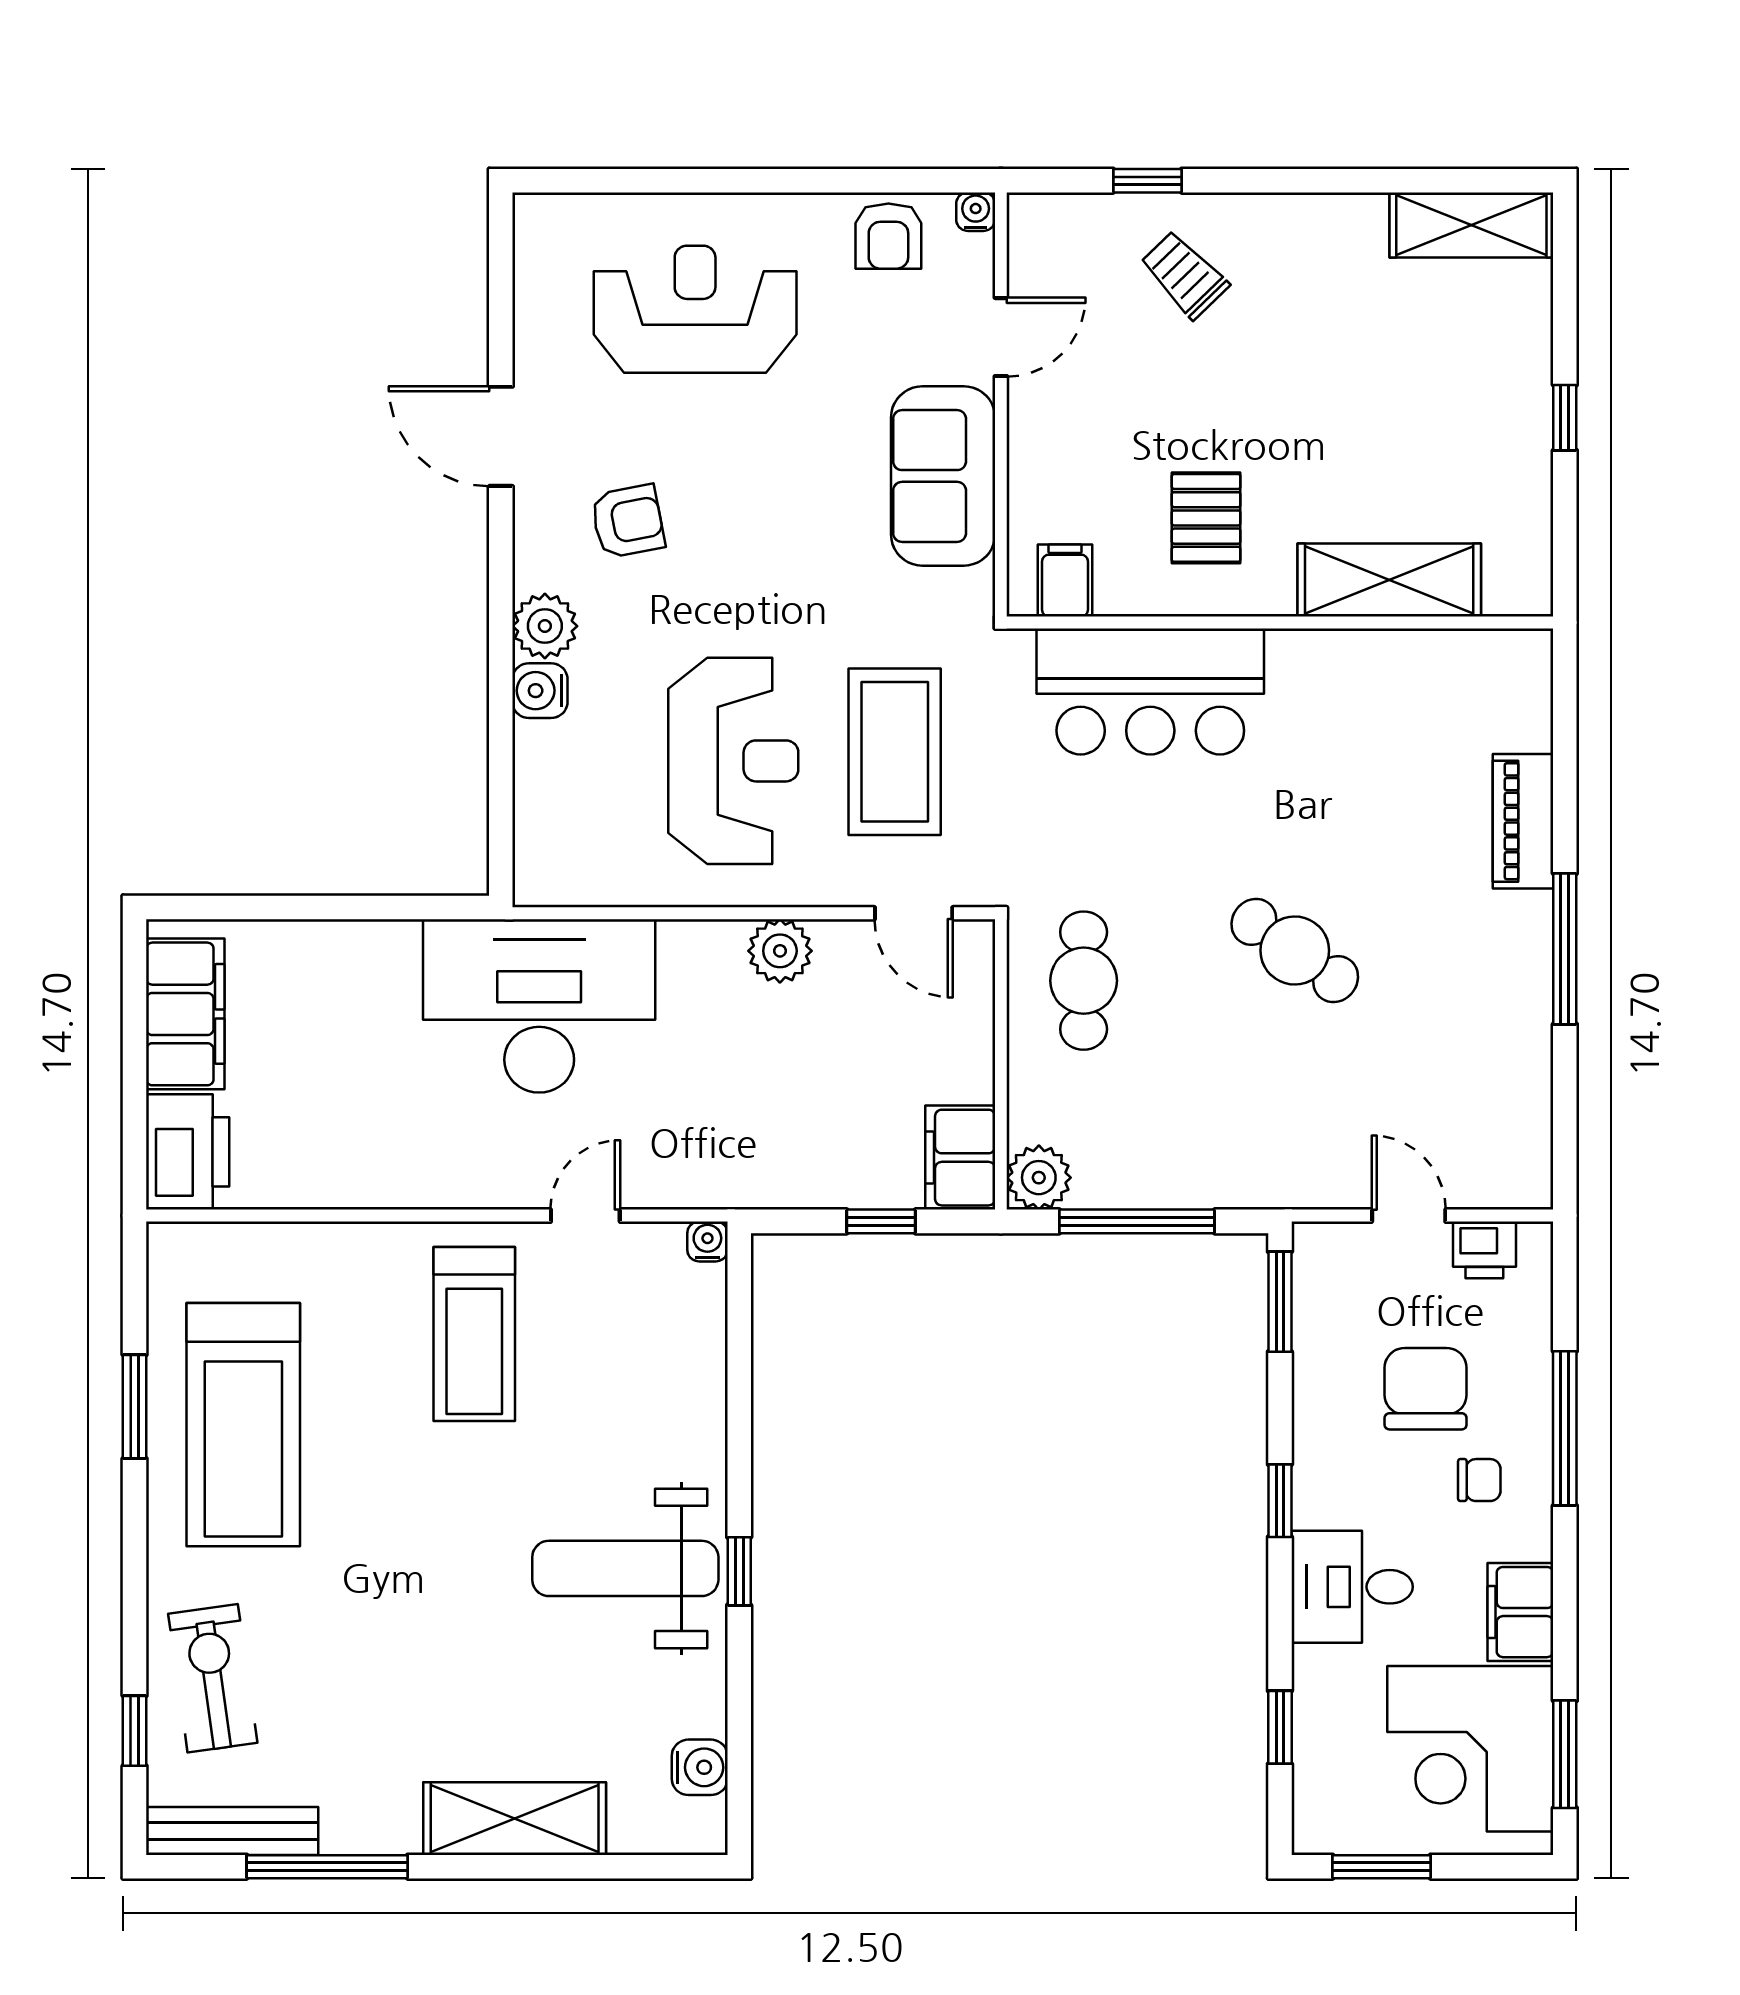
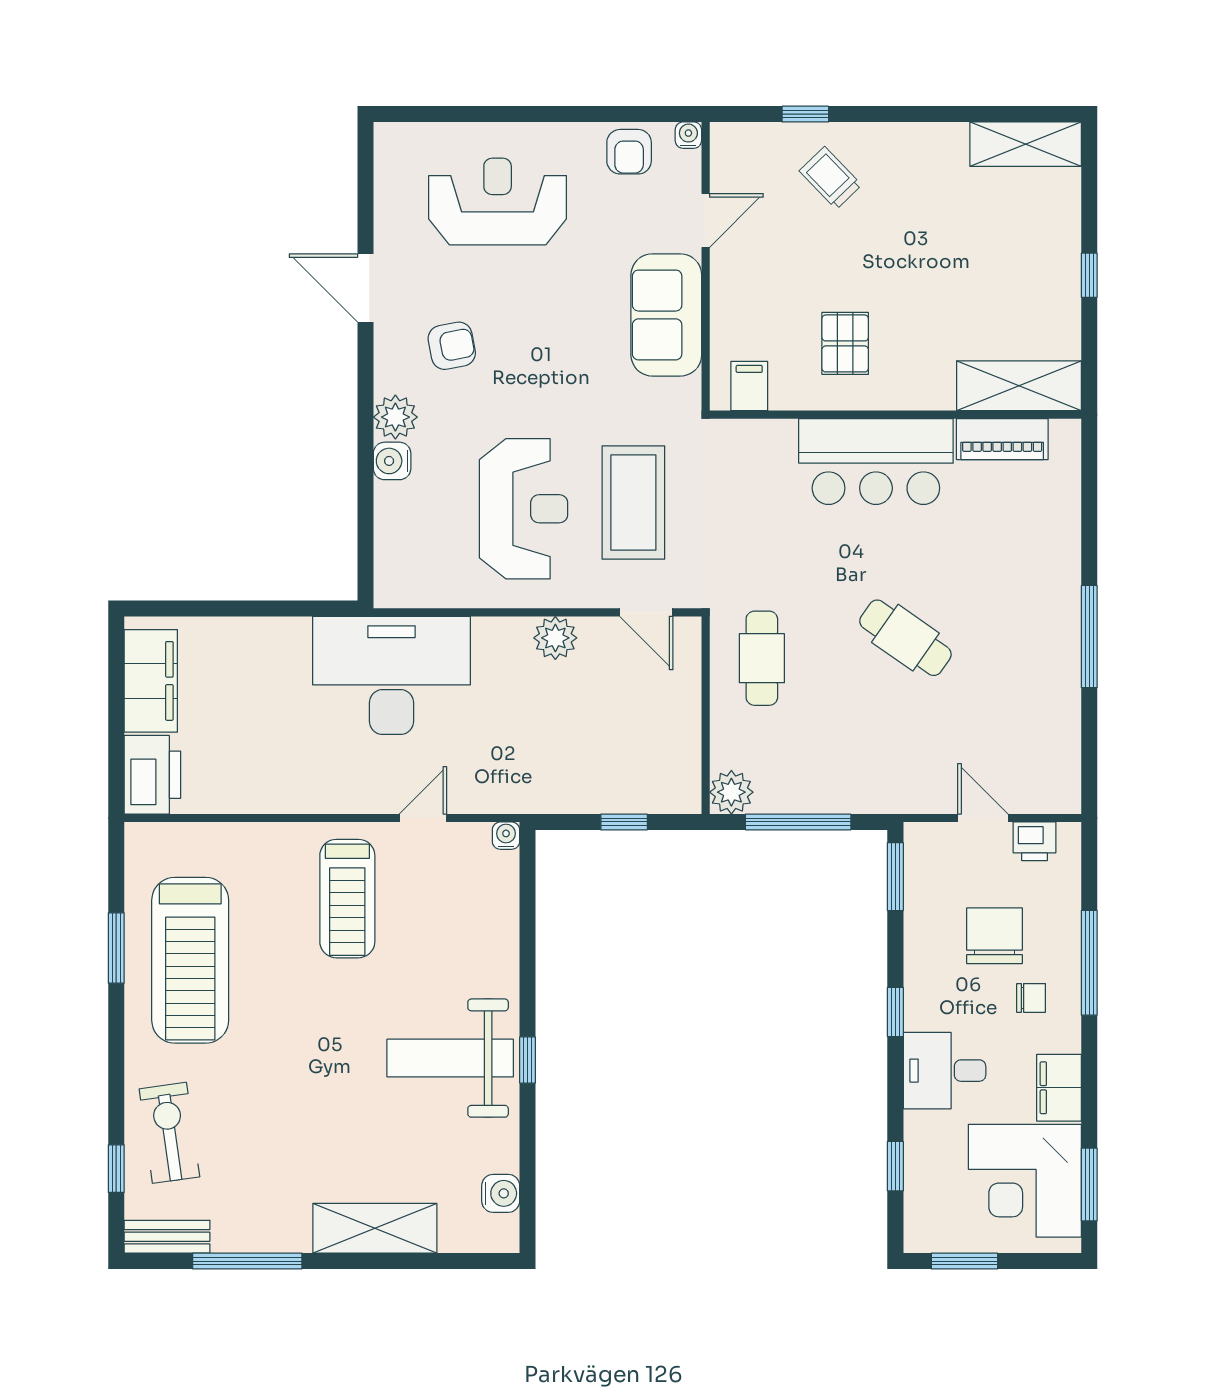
shelving: (1389, 580) -> (1019, 386), moved
bar counter: (1150, 691) -> (876, 462), moved
piano: (1523, 821) -> (1002, 439), moved, turned -90
filing cabinet: (960, 1158) -> (678, 779), removed
bench: (232, 1831) -> (167, 1237), width x0.73

